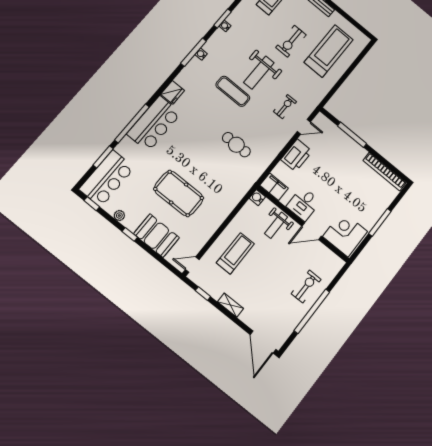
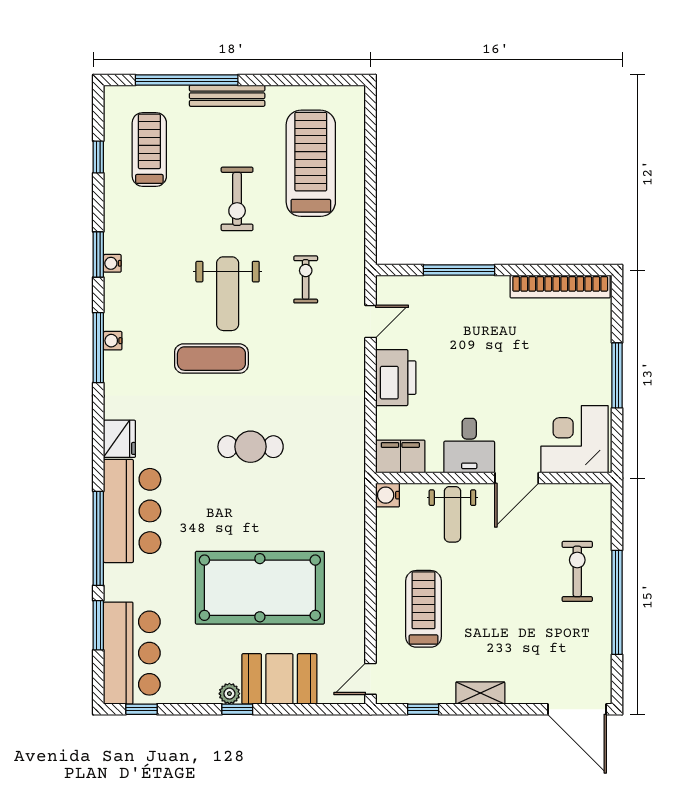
exercise bike: (285, 107) -> (306, 279), moved
cafe table: (236, 145) -> (251, 447), moved
pool table: (179, 193) -> (260, 588), width x1.36, depth x1.32
plant: (119, 216) -> (229, 694), moved

